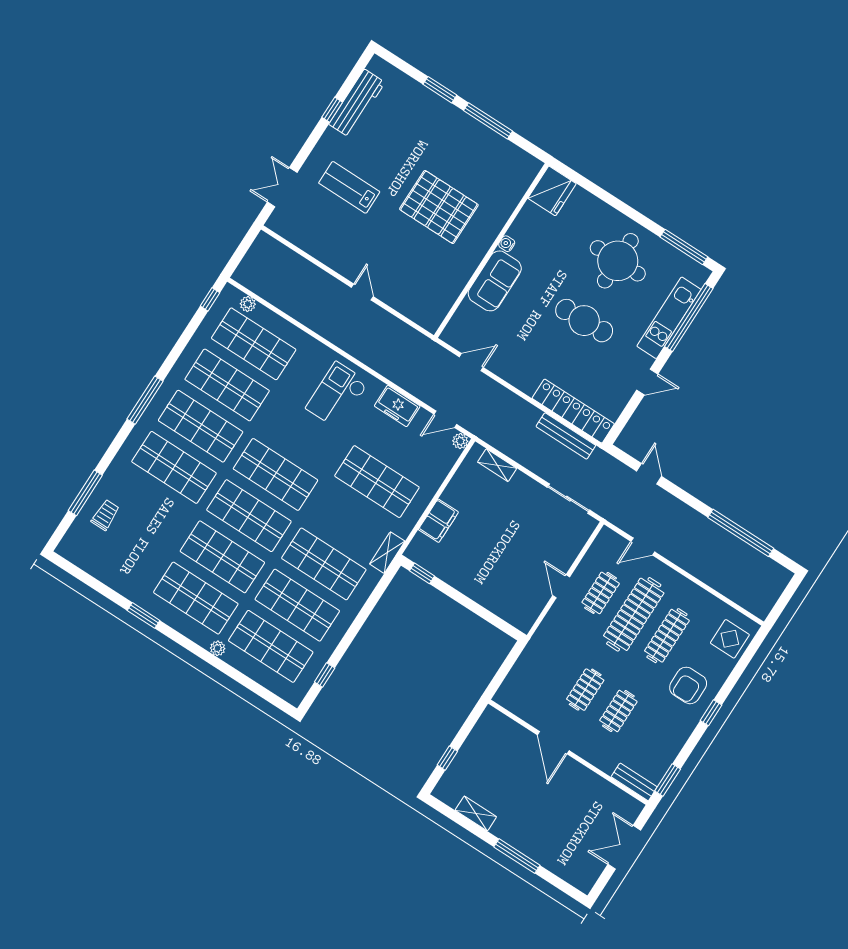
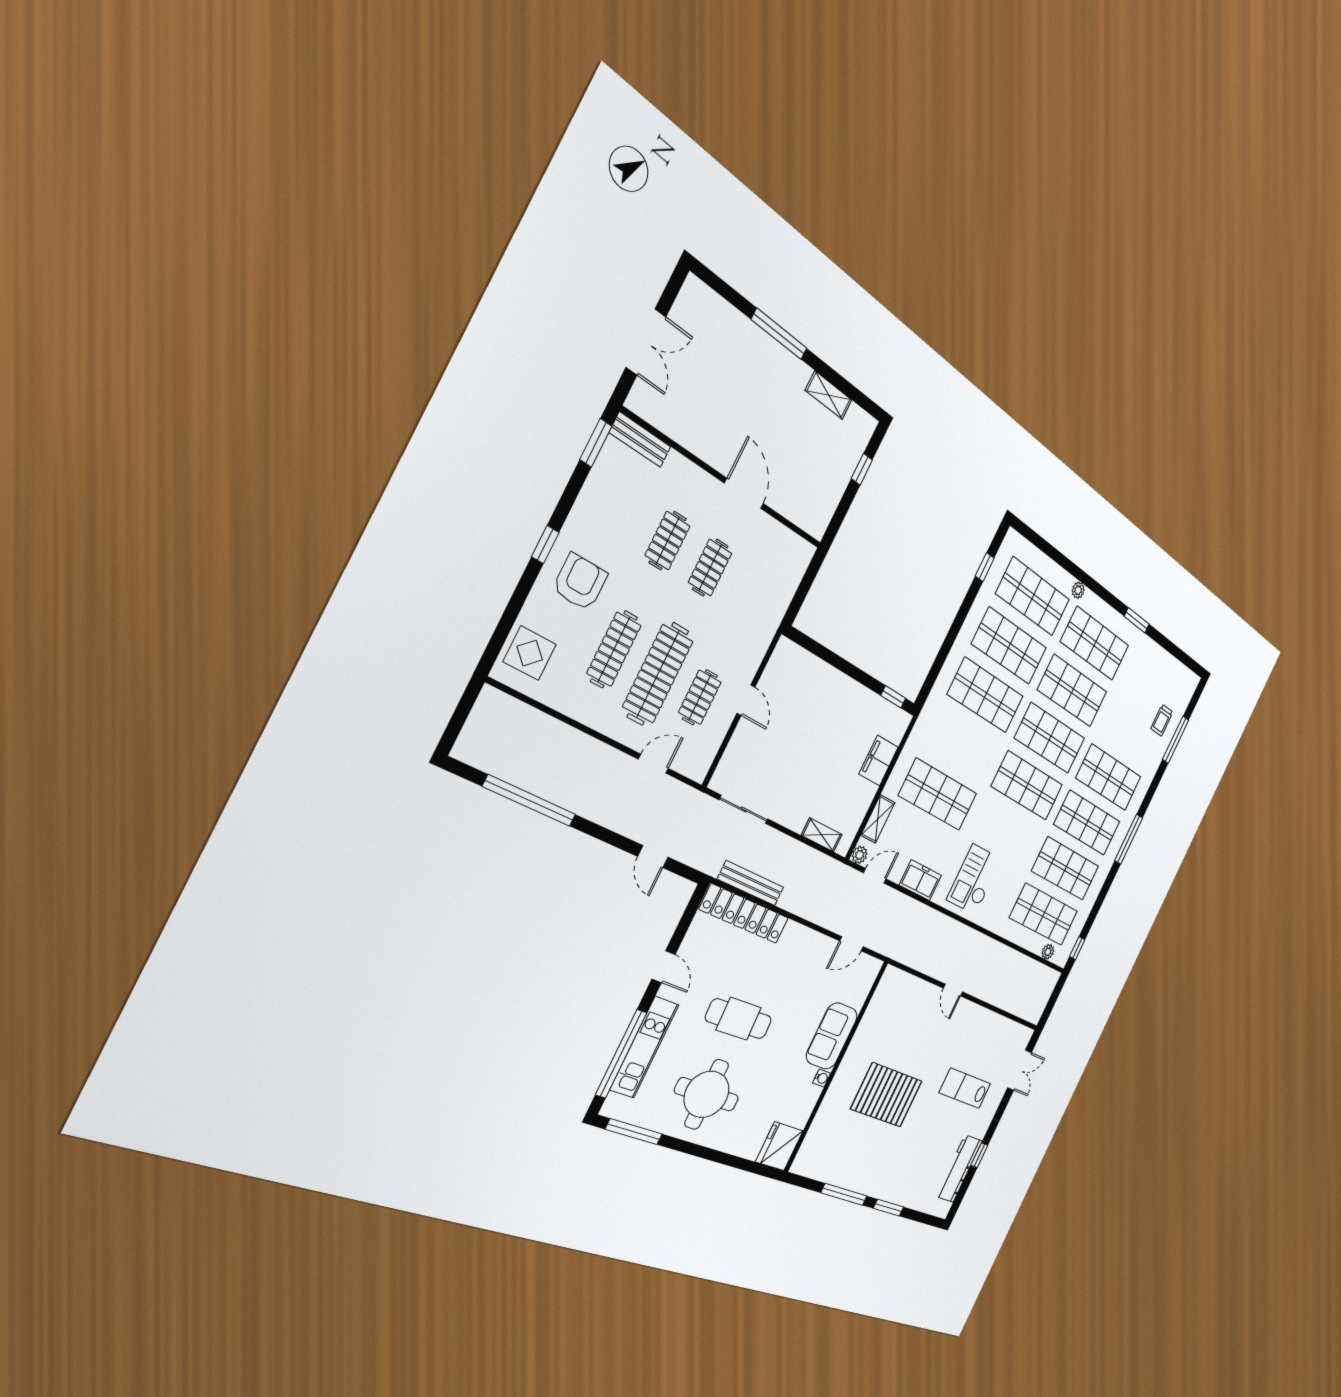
lab bench: (349, 187) -> (965, 1088), turned 180
door: (647, 382) -> (664, 967), swing flipped
checkout: (337, 395) -> (974, 879), turned 180
shelving: (387, 553) -> (878, 819), moved

